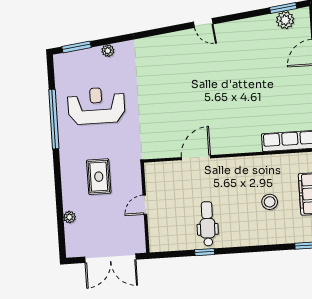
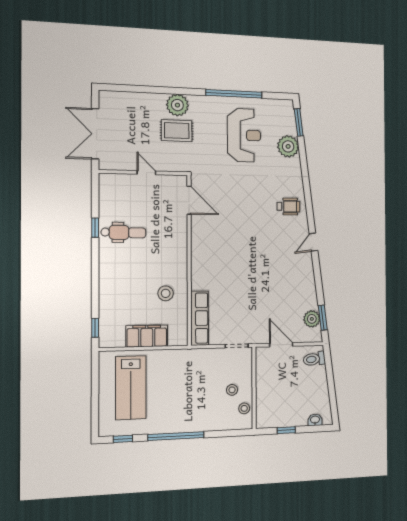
plant: (108, 51) -> (288, 146), width x1.88, depth x1.88
wheelchair: (167, 53) -> (288, 206), added
door: (196, 158) -> (189, 200), moved
stool: (270, 202) -> (166, 293), moved
plant: (69, 217) -> (177, 105), moved, width x1.87, depth x1.87

